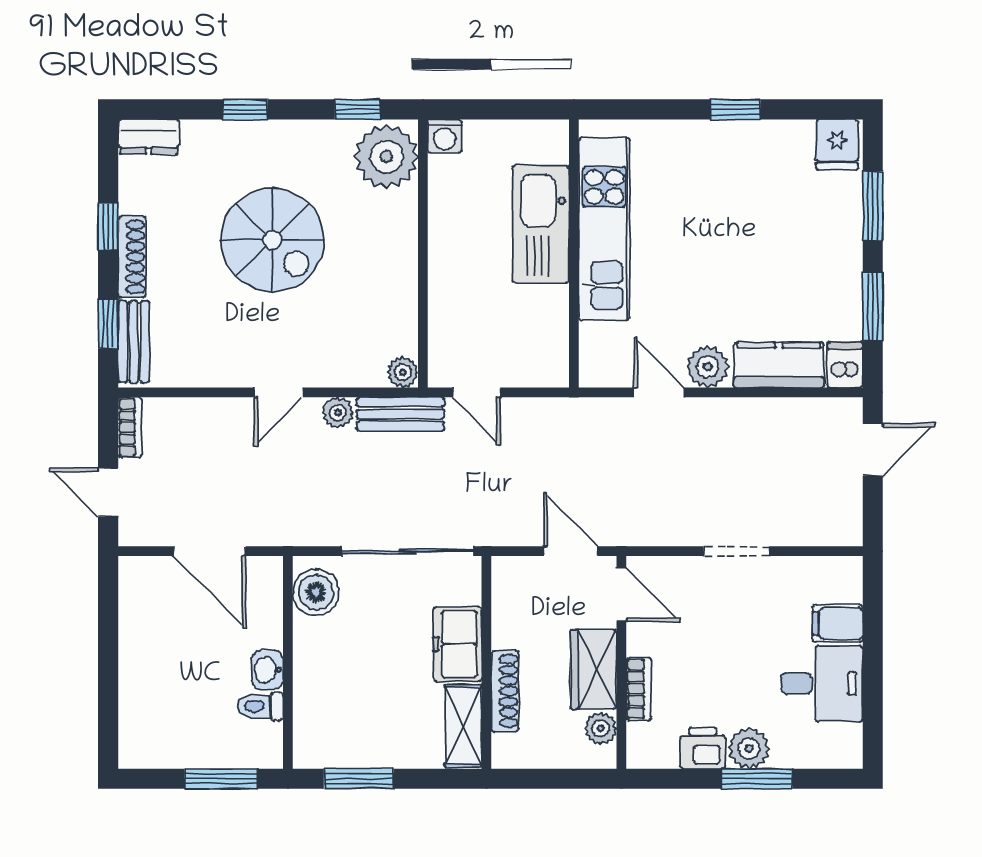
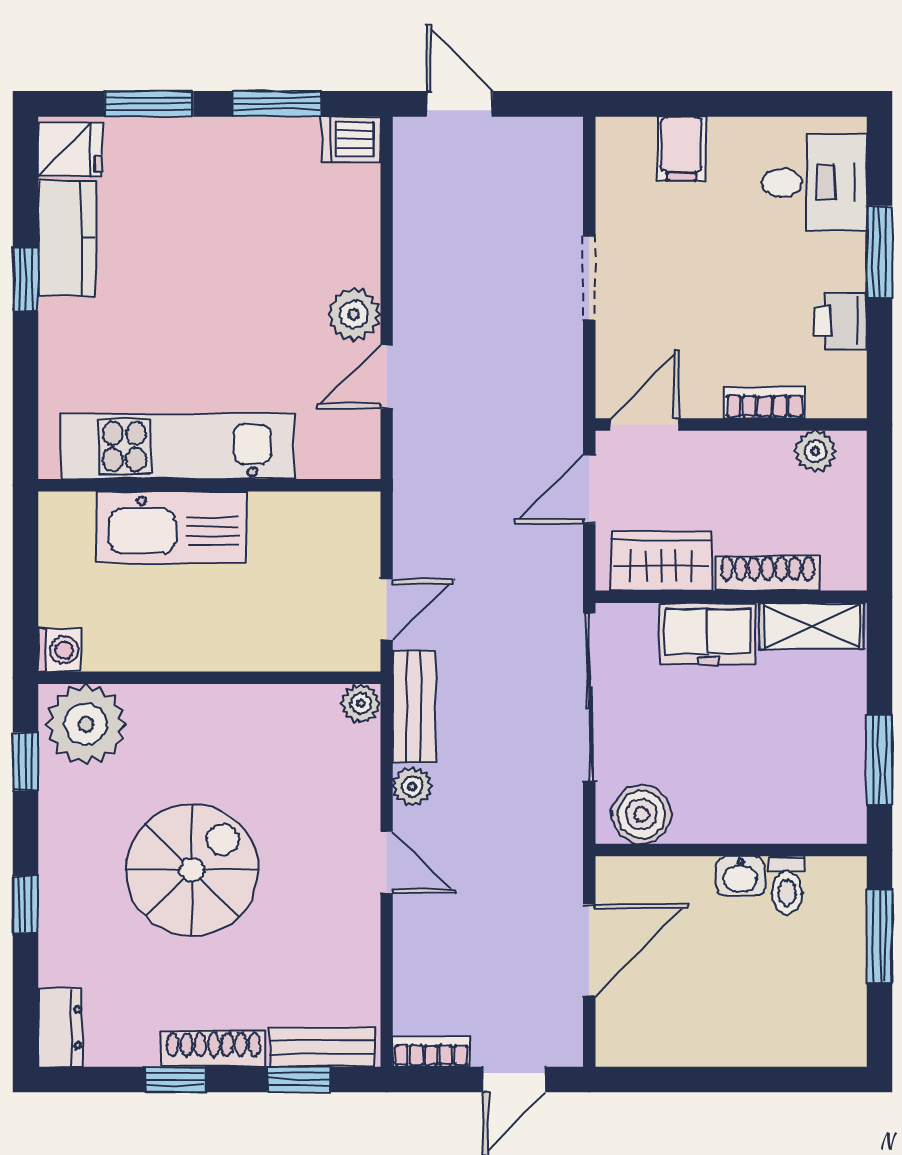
kitchen counter: (779, 365) -> (67, 238), moved, turned 180
wardrobe: (594, 669) -> (661, 561), moved, turned 180
desk: (822, 684) -> (814, 183), moved, turned 90
plant: (749, 748) -> (841, 262), removed

